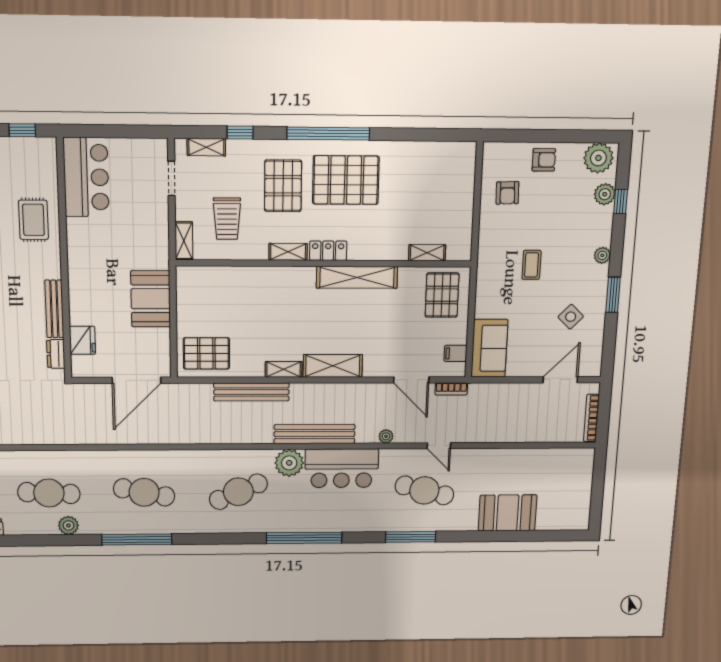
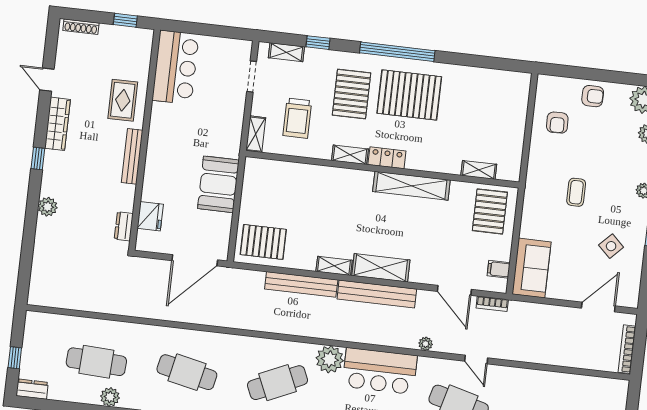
bench: (54, 309) -> (132, 156), moved
bench: (314, 434) -> (377, 294), moved

